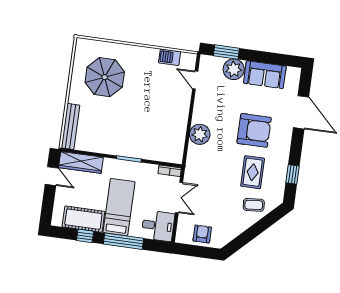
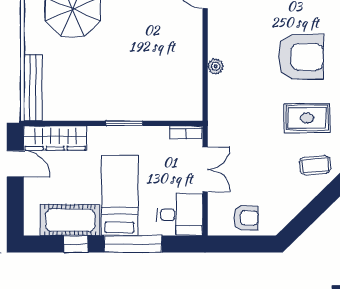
plant: (200, 134) -> (215, 66), width x0.53, depth x0.53
rug: (253, 172) -> (307, 118), turned 90
armchair: (202, 234) -> (246, 218), turned 90

